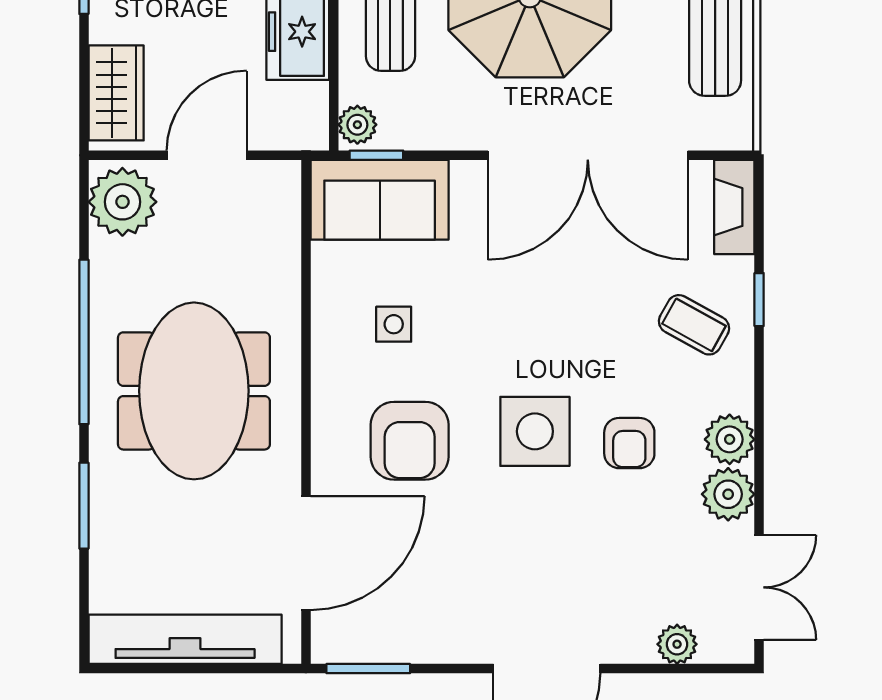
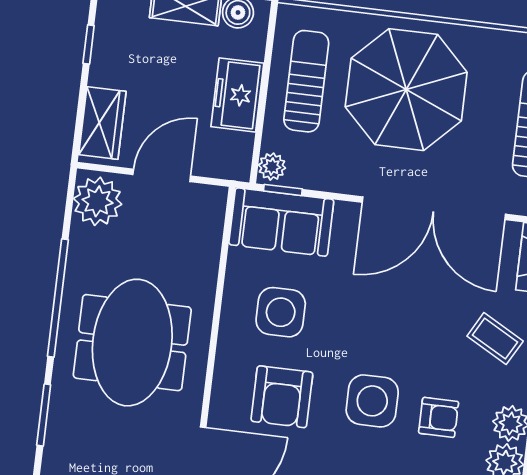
side table: (394, 324) -> (281, 312), width x1.87, depth x1.87
armchair: (629, 443) -> (439, 417), turned -90

